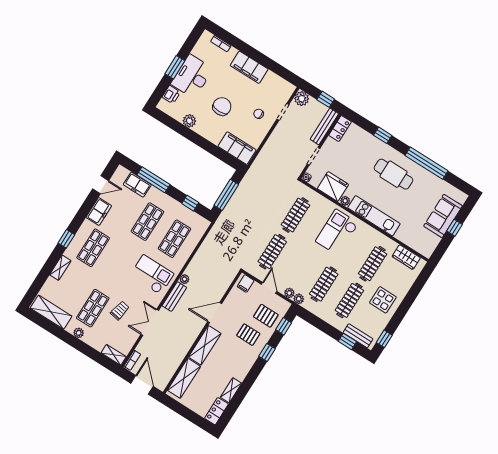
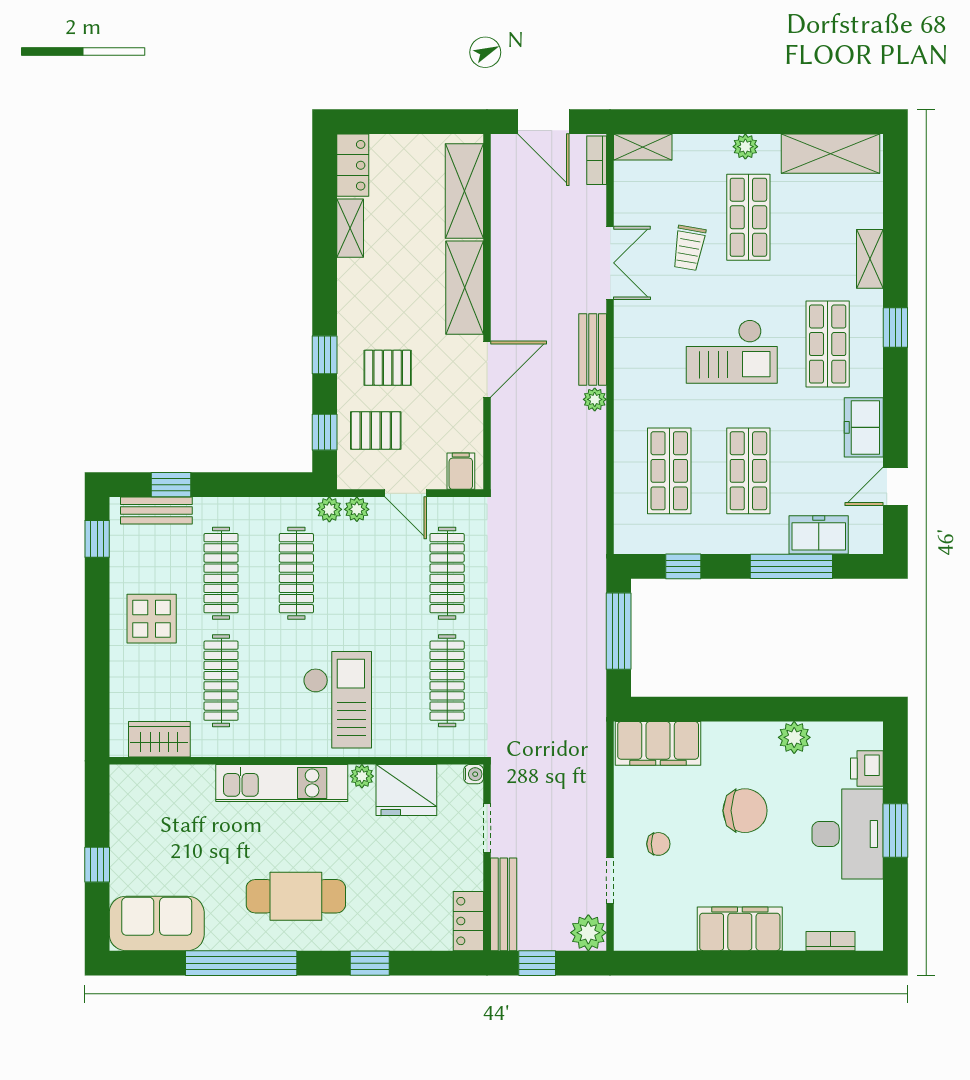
chair: (222, 106) -> (745, 811), turned -90
sofa: (443, 216) -> (157, 923), moved, turned -90
checkout: (152, 275) -> (732, 351), moved

